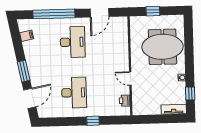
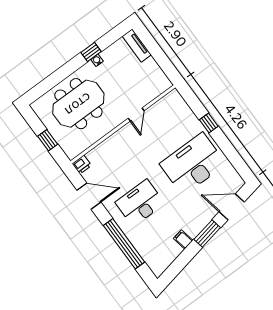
filing cabinet: (27, 36) -> (183, 239), moved
meeting table: (163, 47) -> (78, 104), turned 90
desk: (74, 93) -> (193, 164), width x1.36, depth x1.30
window: (190, 93) -> (91, 52), moved
printer: (125, 101) -> (82, 165), moved

